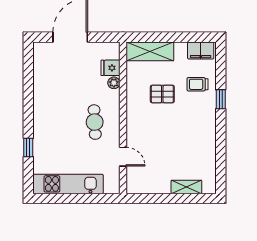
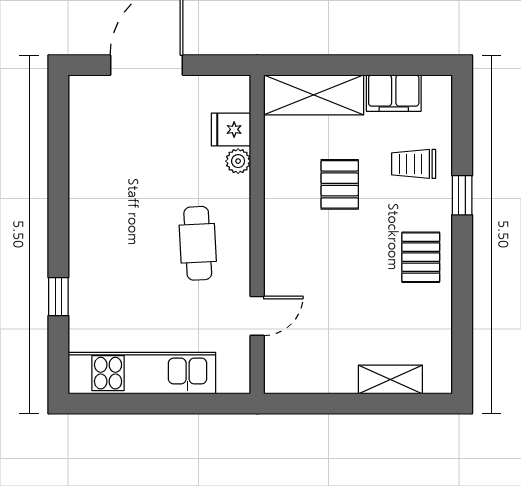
filing cabinet: (201, 50) -> (394, 93), moved
pallet: (162, 94) -> (340, 184), turned 90
pallet: (201, 129) -> (421, 257), added
door: (123, 157) -> (257, 316), hinge flipped

